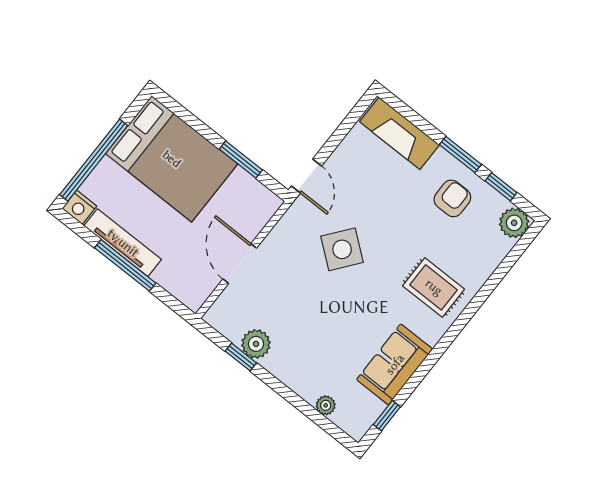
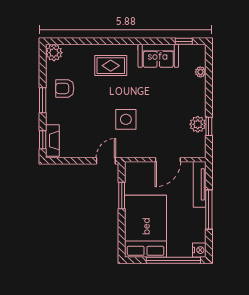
fireplace: (400, 133) -> (52, 140), width x0.73, depth x0.76
window: (501, 187) -> (43, 140), moved
tv unit: (123, 243) -> (200, 184), moved
side table: (342, 249) -> (126, 119), turned -38
rug: (434, 287) -> (111, 66), turned 90

